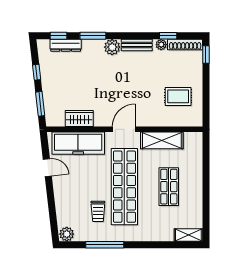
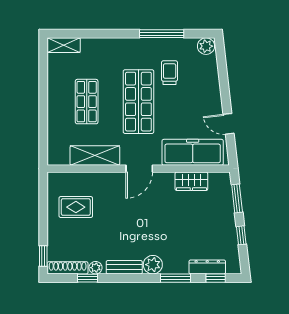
shop shelf: (124, 187) -> (138, 102), width x0.71

